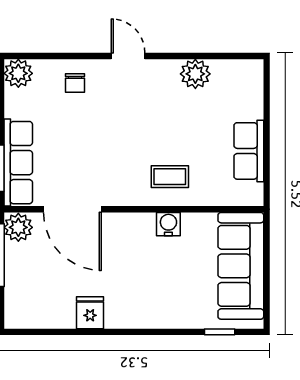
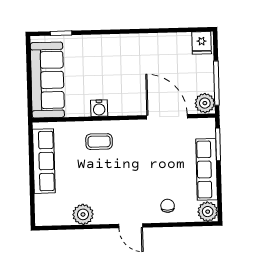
row of seats: (249, 151) -> (44, 161), width x1.48
row of seats: (18, 163) -> (207, 169), moved
fridge: (90, 313) -> (202, 43), moved

